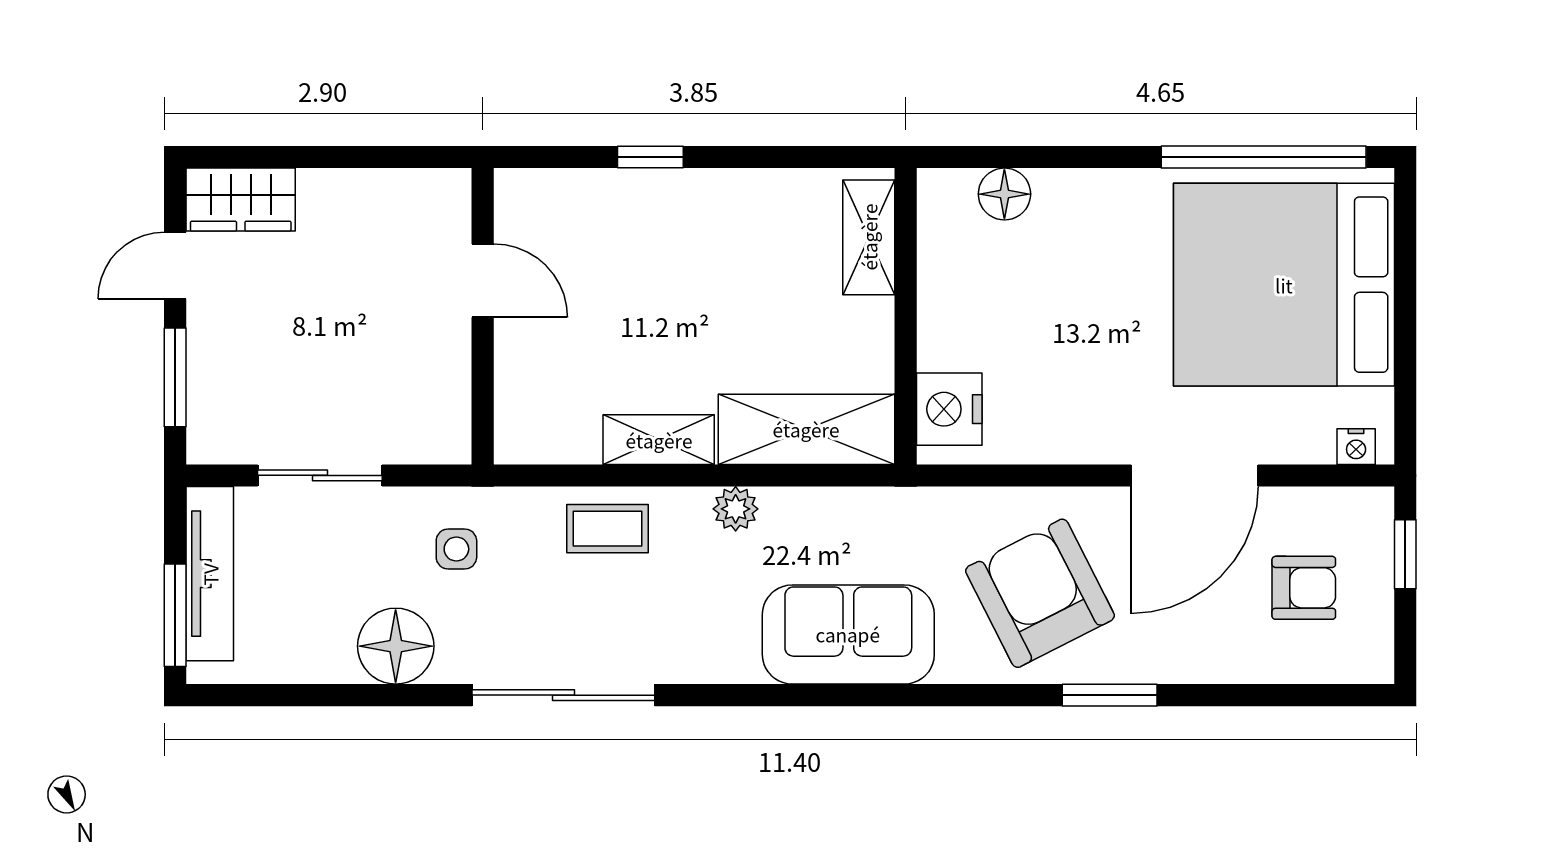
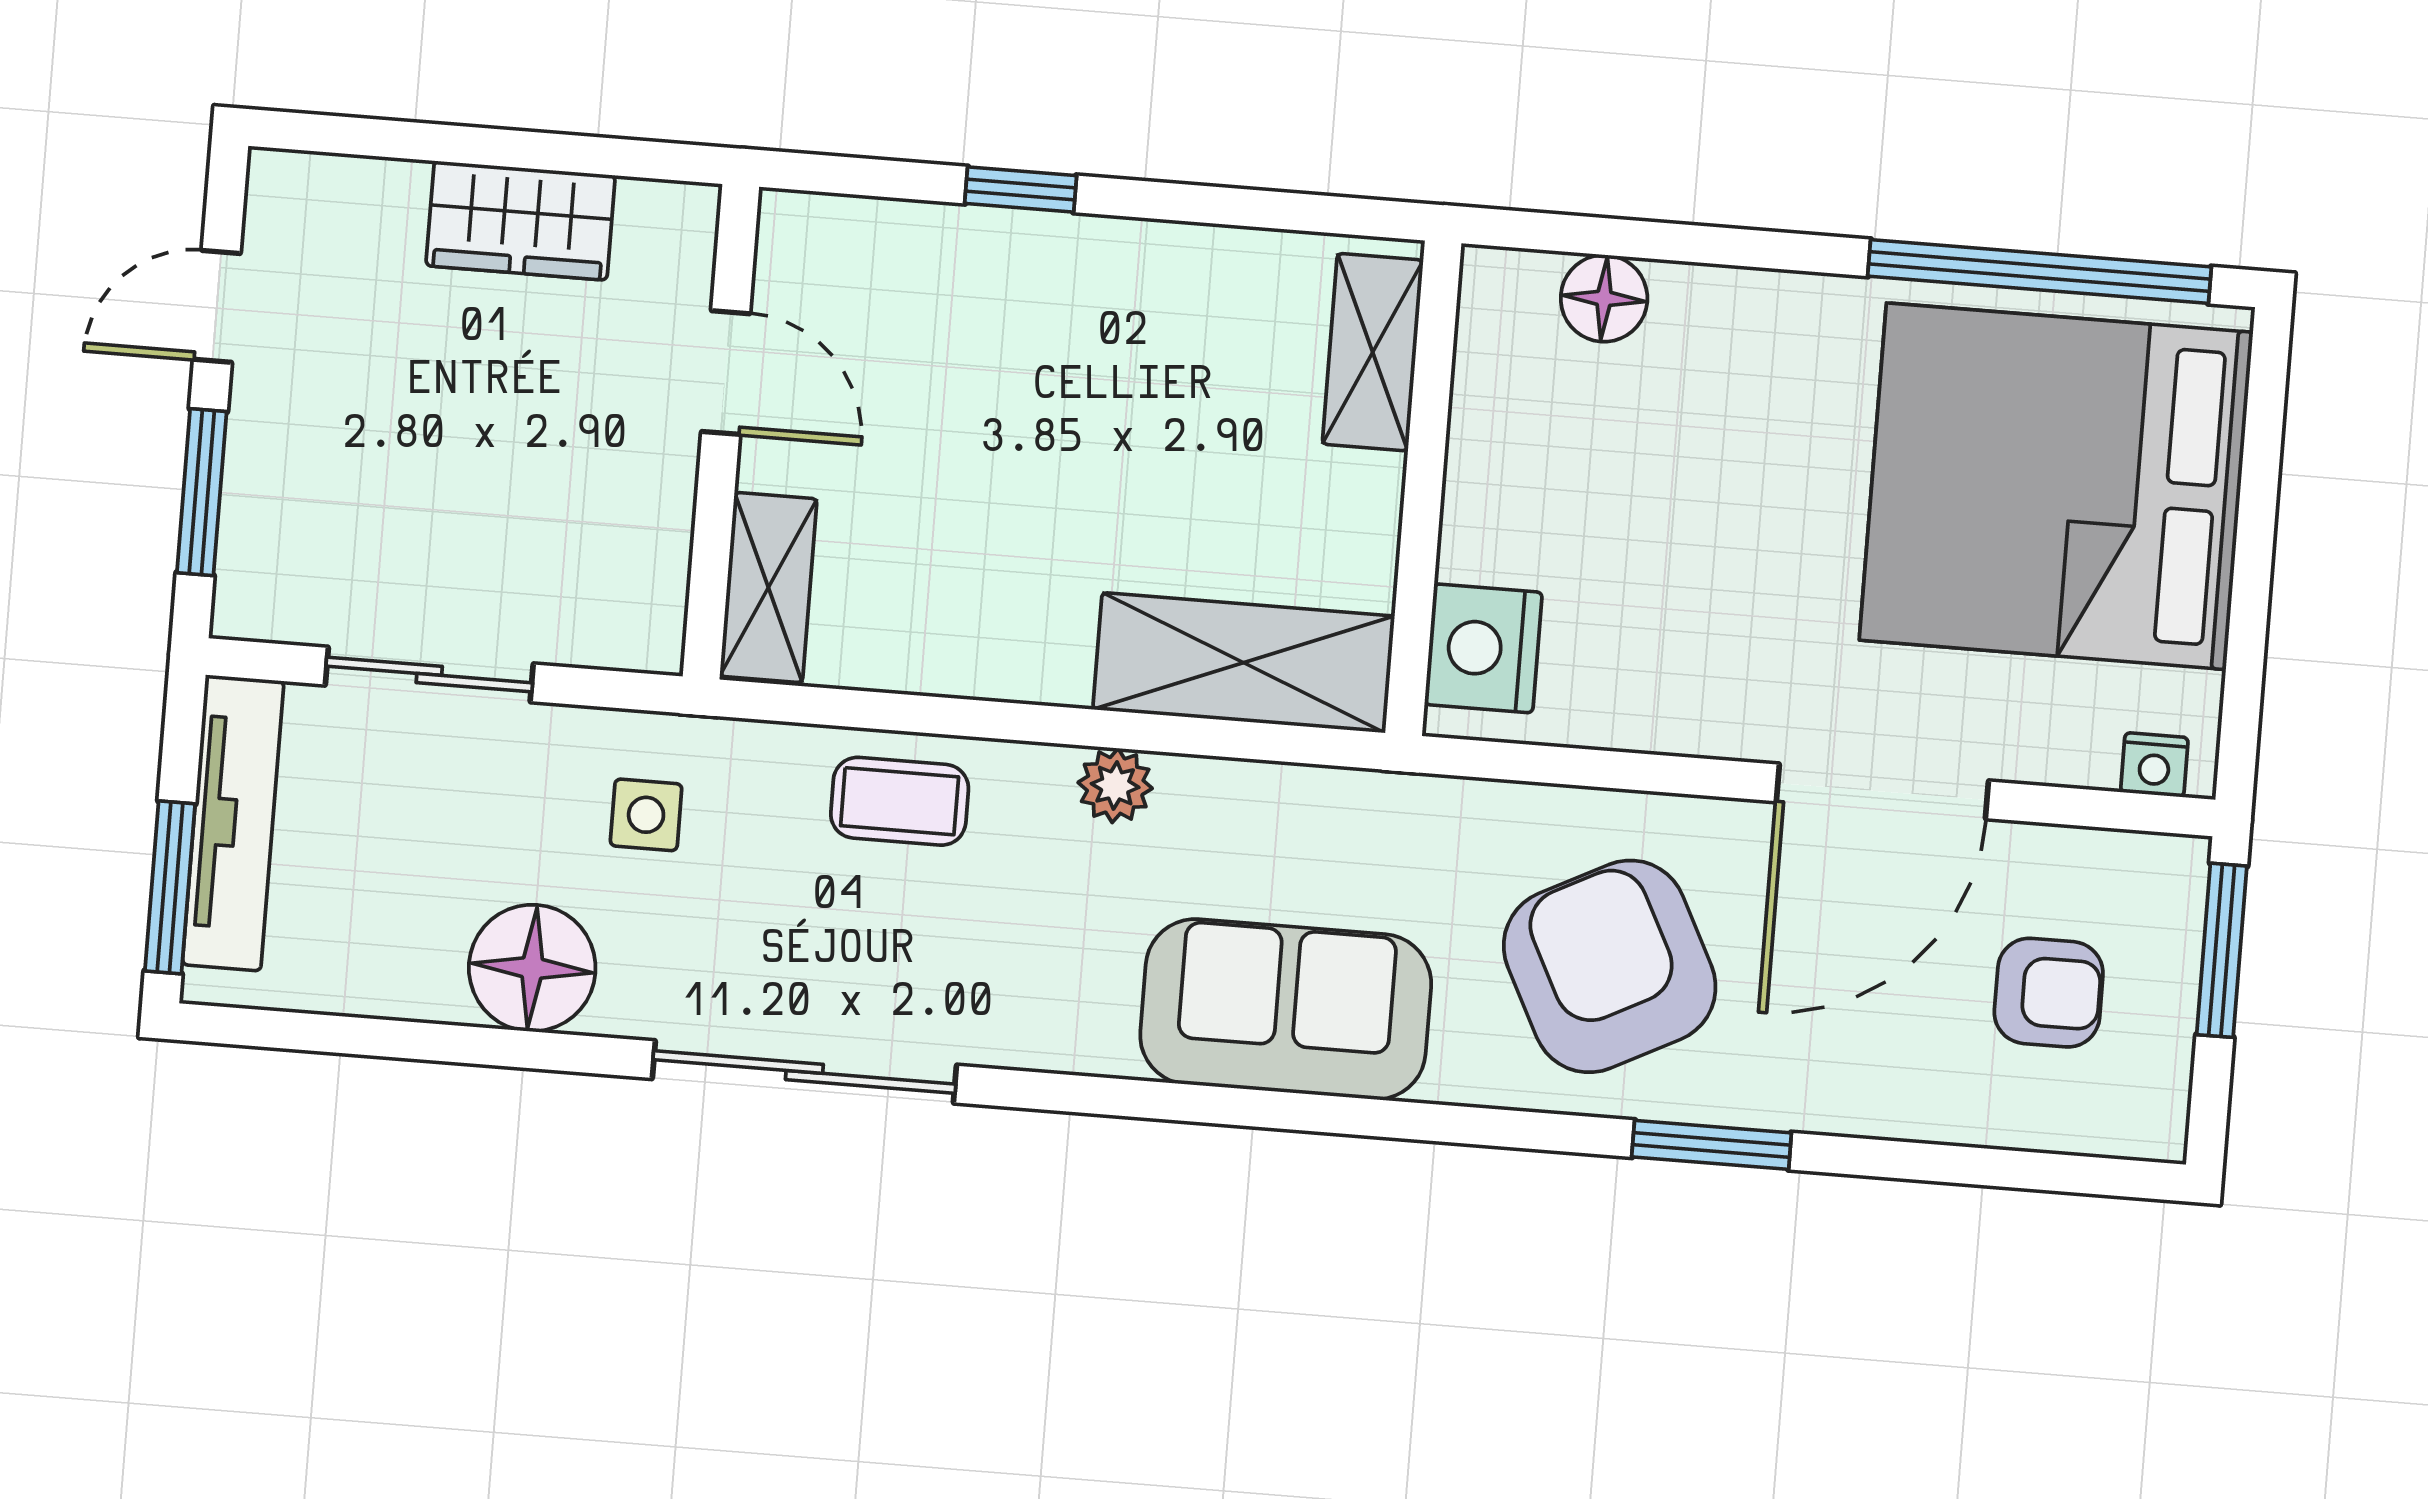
wardrobe: (241, 200) -> (521, 221), moved
shelving: (659, 440) -> (768, 588), moved, turned 90
window: (1405, 554) -> (2222, 950), width x1.50

